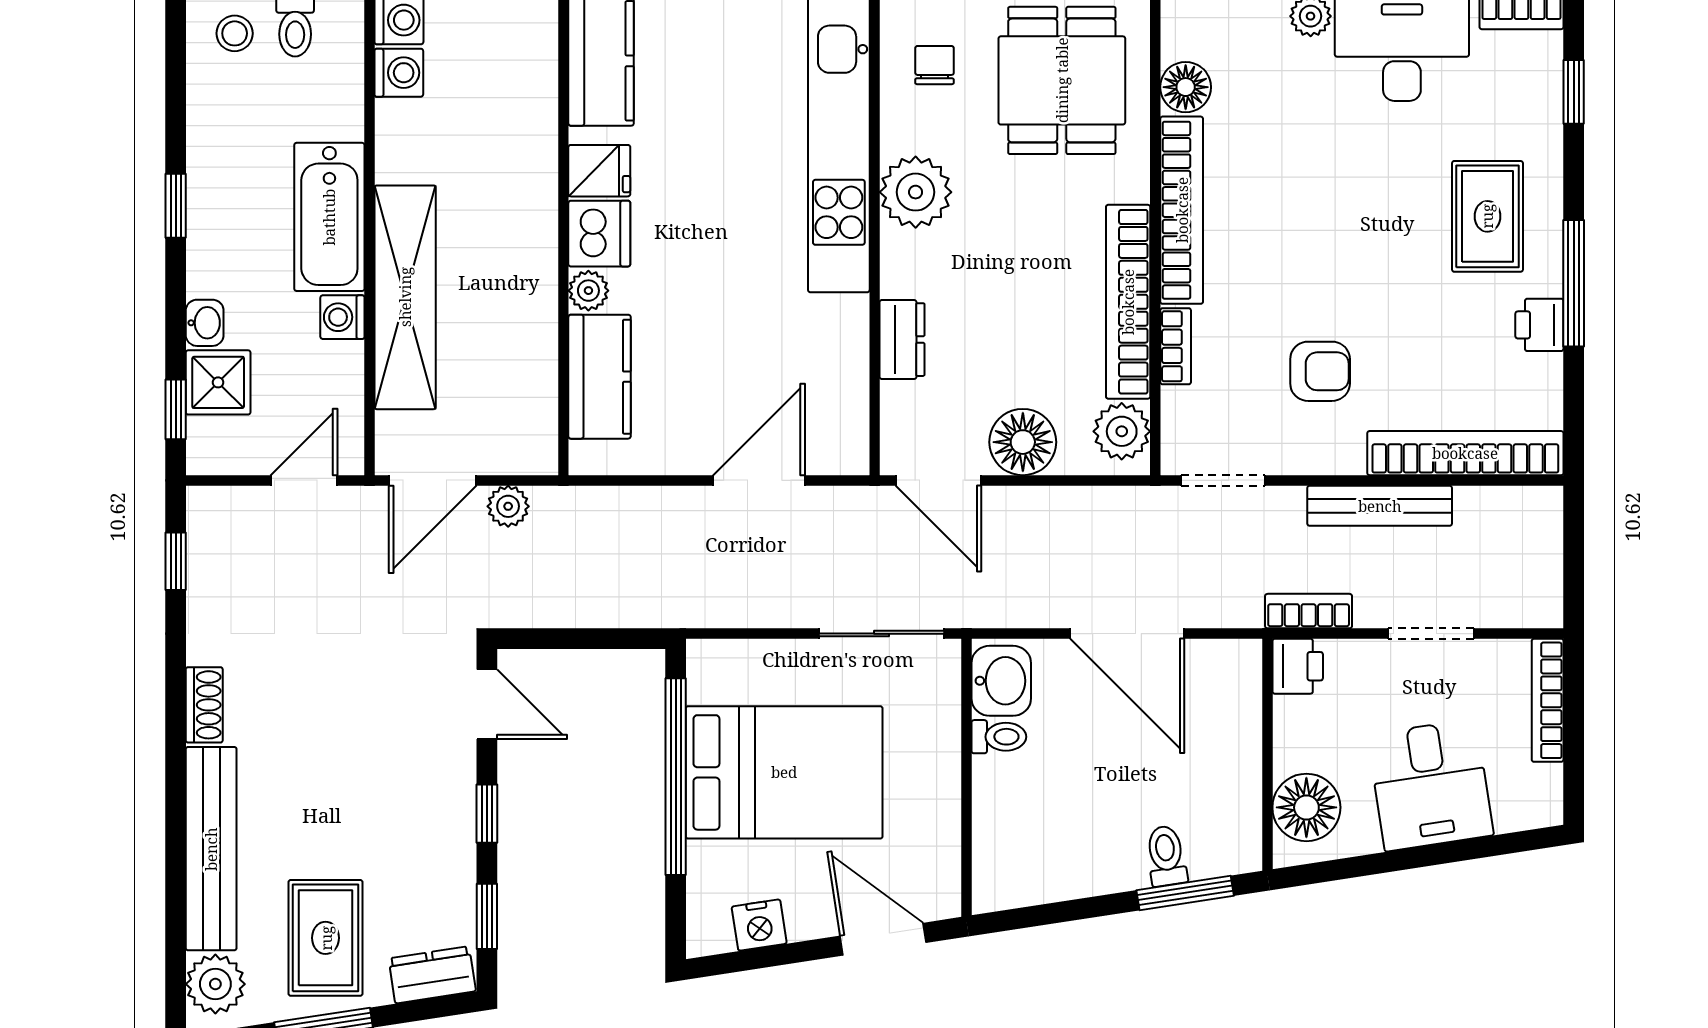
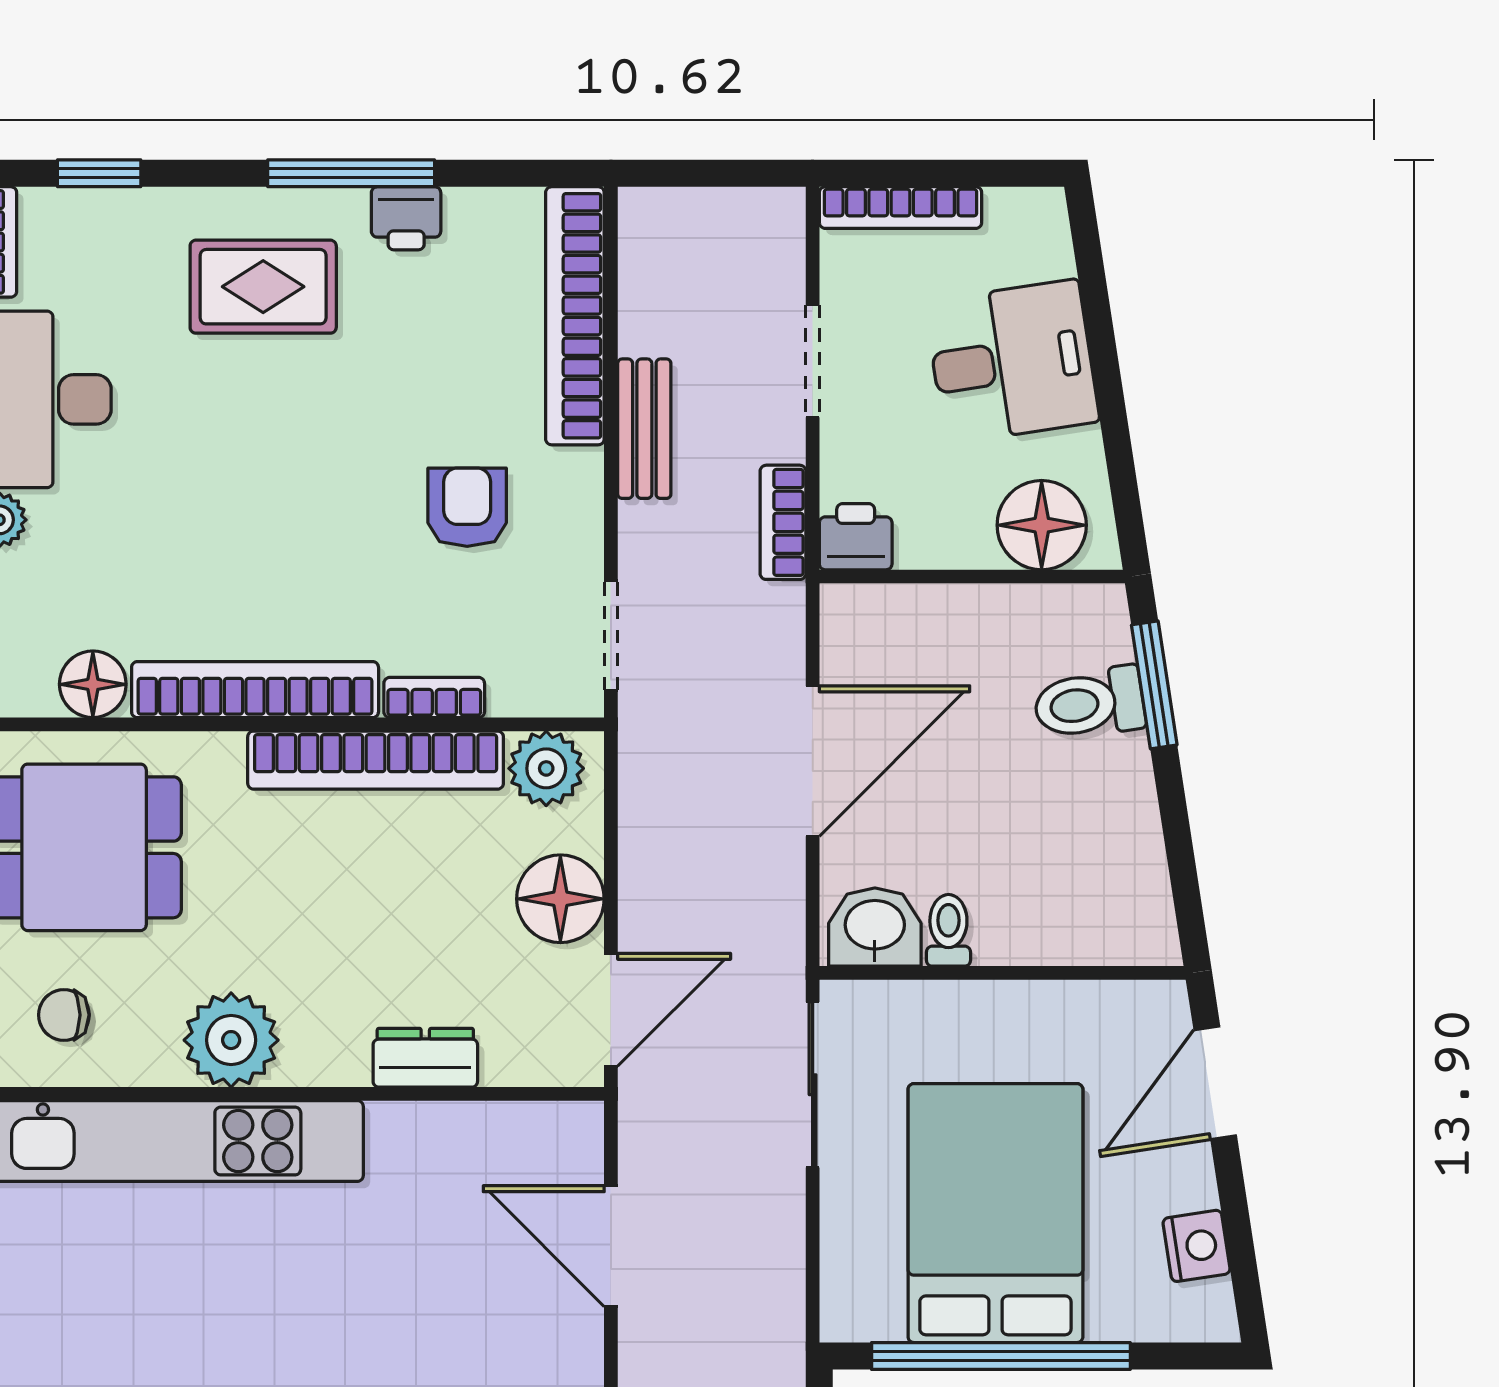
bench: (1380, 506) -> (644, 429), width x0.73
toilet: (1166, 856) -> (1089, 703), width x1.37, depth x1.39

